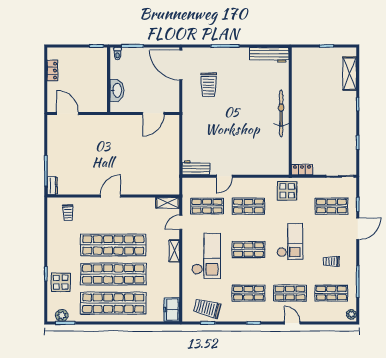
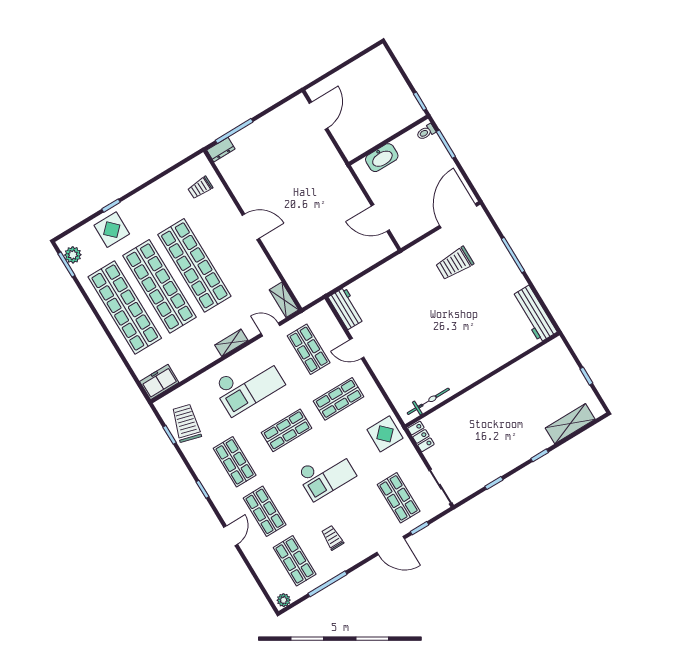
locker: (52, 71) -> (359, 66), removed
bicycle: (281, 113) -> (428, 401), moved, width x0.73, depth x0.71
shop shelf: (248, 206) -> (339, 399), turned 90
shop shelf: (248, 250) -> (287, 430), turned 90

